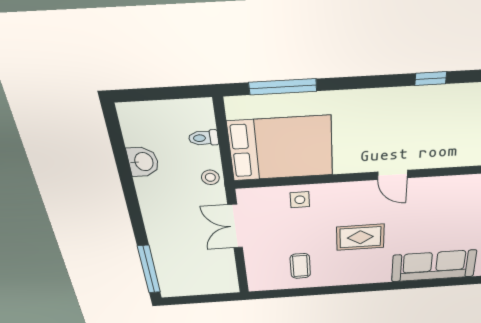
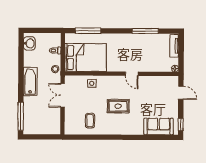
window: (431, 79) -> (145, 31), width x2.17
washbasin: (143, 162) -> (29, 43), moved
bathtub: (155, 206) -> (30, 81), added
sofa: (434, 266) -> (159, 126), width x0.73

